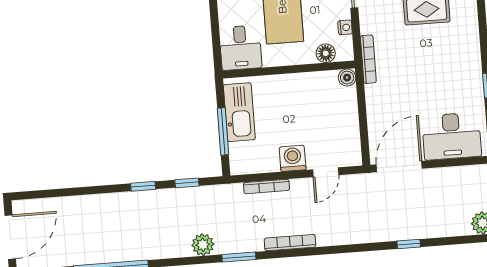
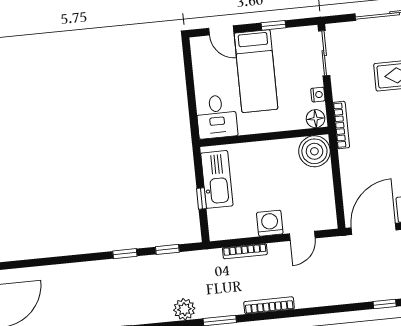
floor lamp: (326, 53) -> (316, 119), moved
boiler: (347, 78) -> (314, 151), width x1.86, depth x1.86
window: (223, 131) -> (201, 199), width x0.46

